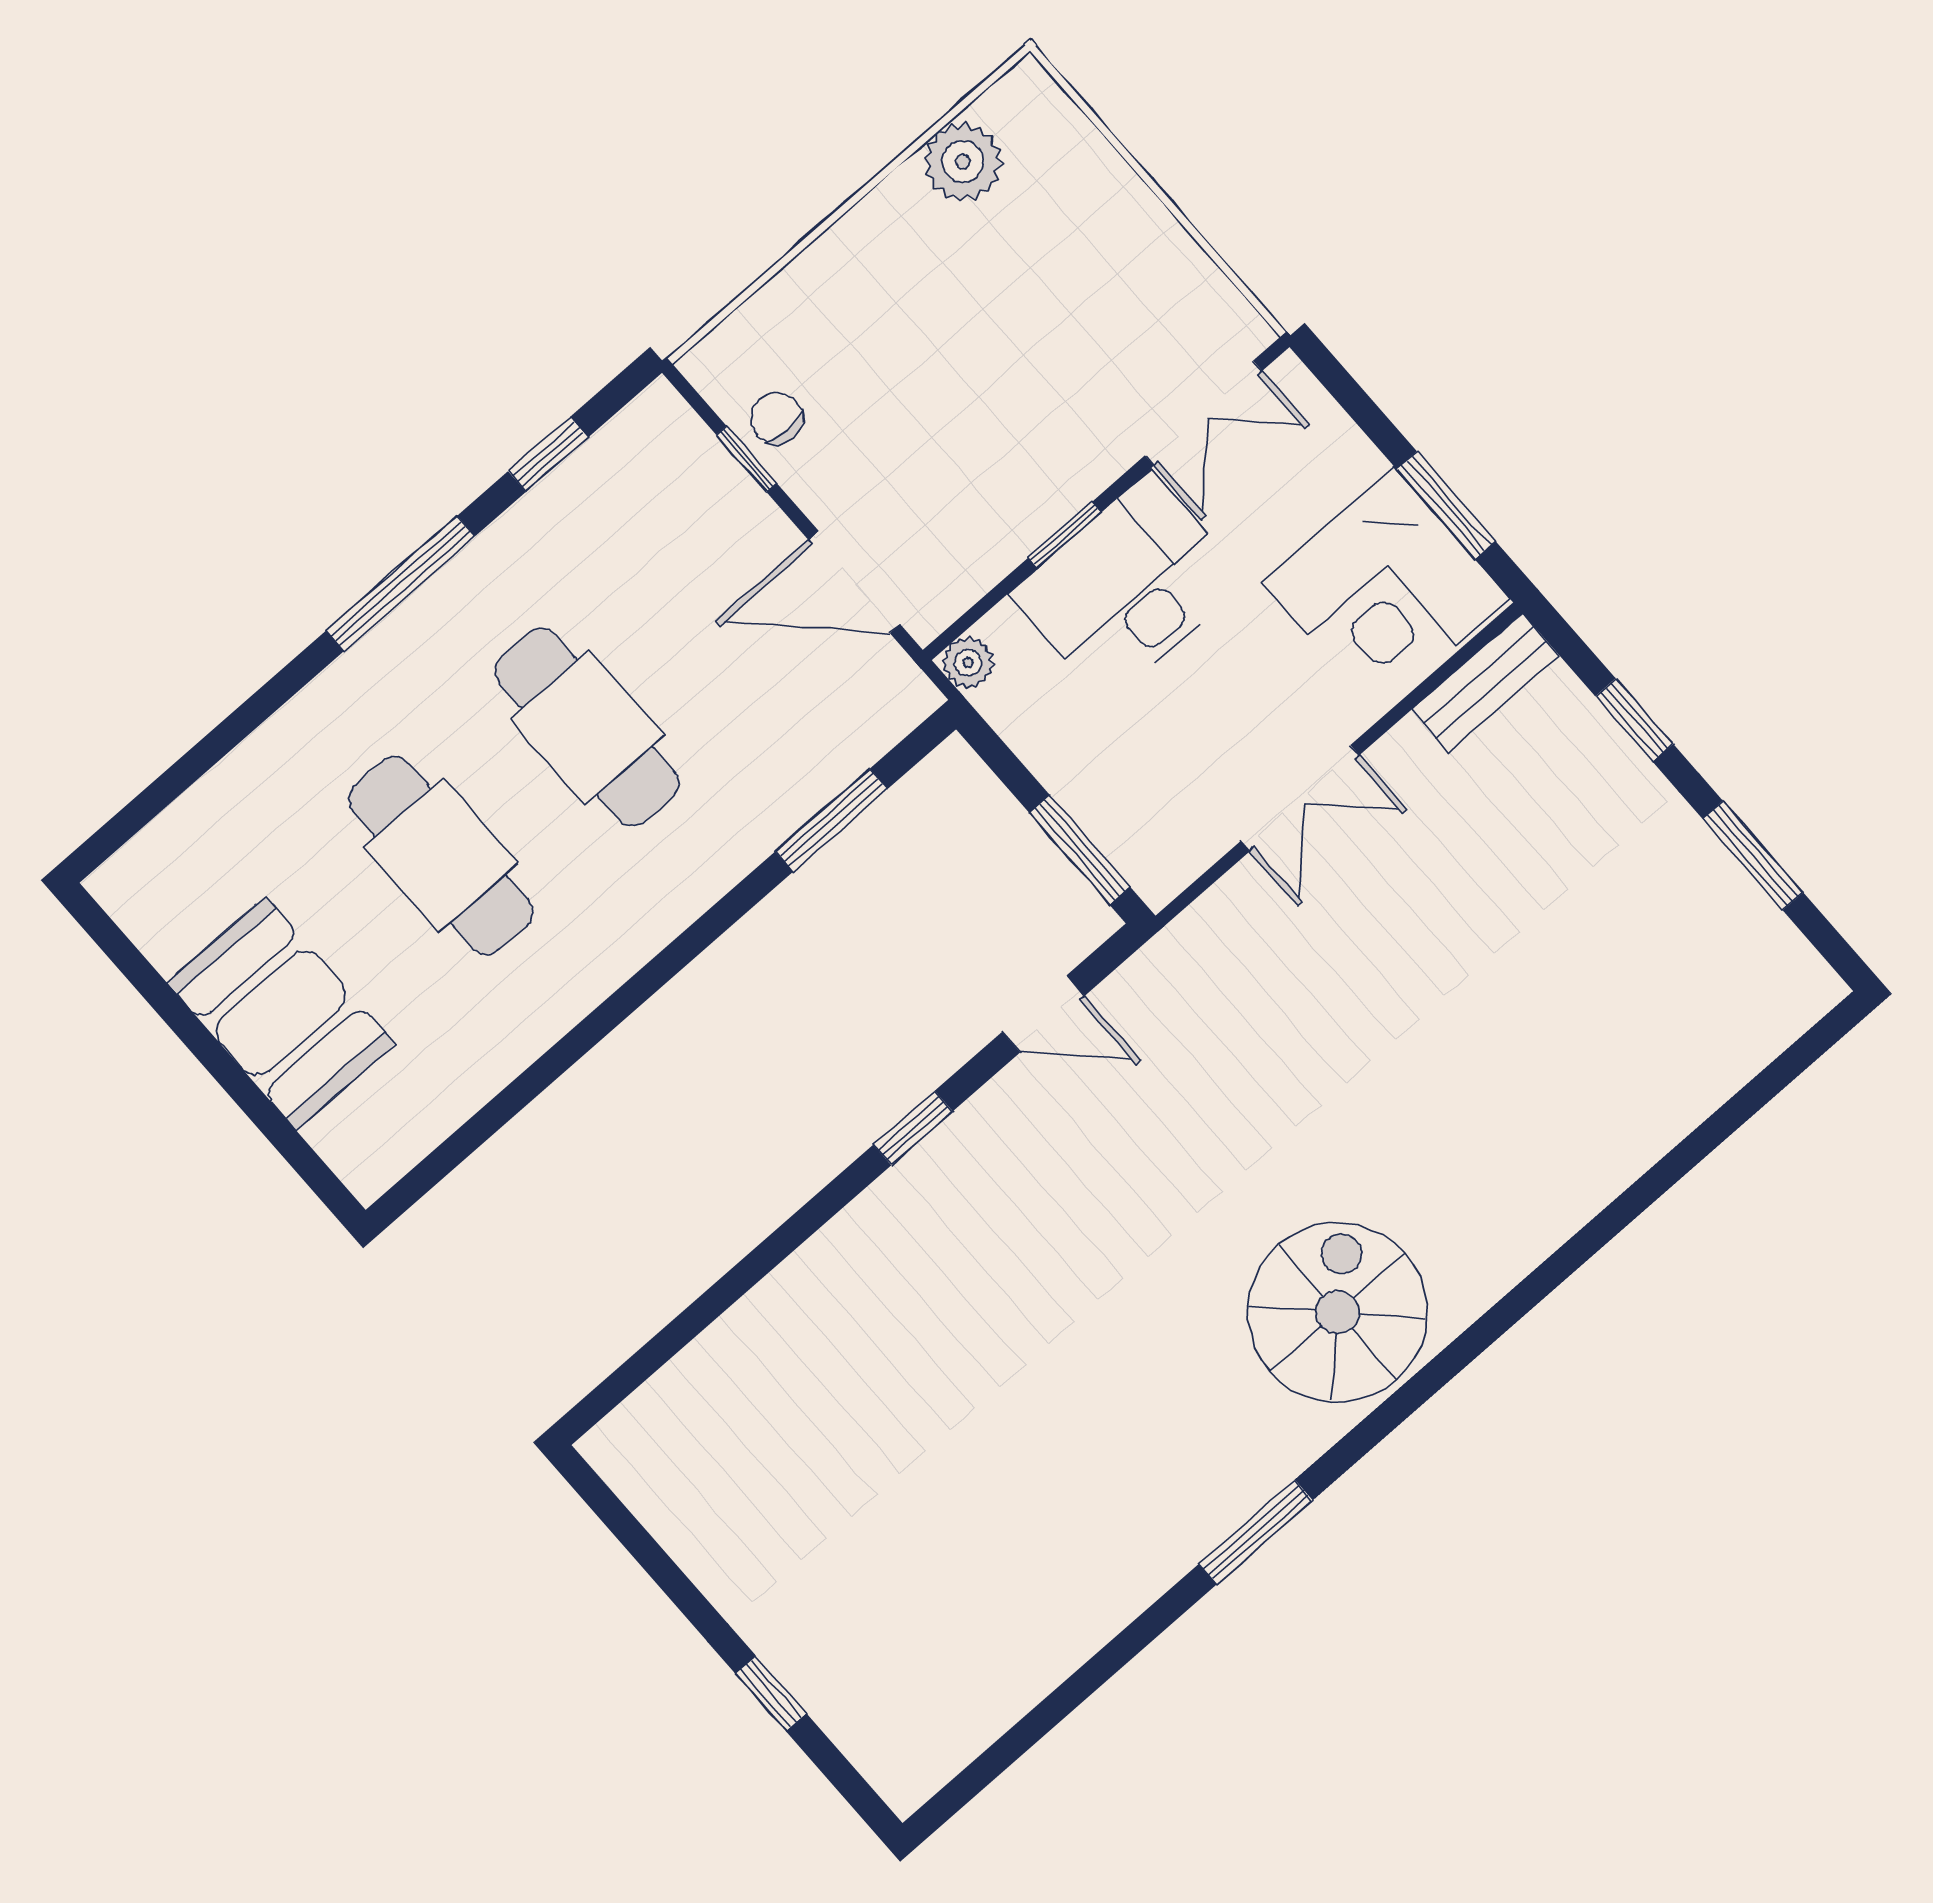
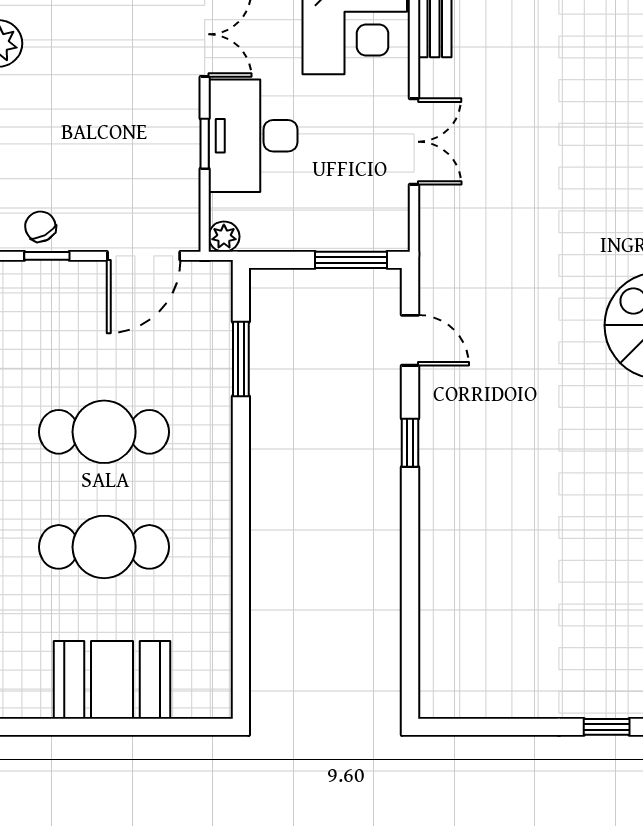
chair: (777, 418) -> (40, 227), turned 62
door: (1043, 1014) -> (410, 340), hinge flipped

